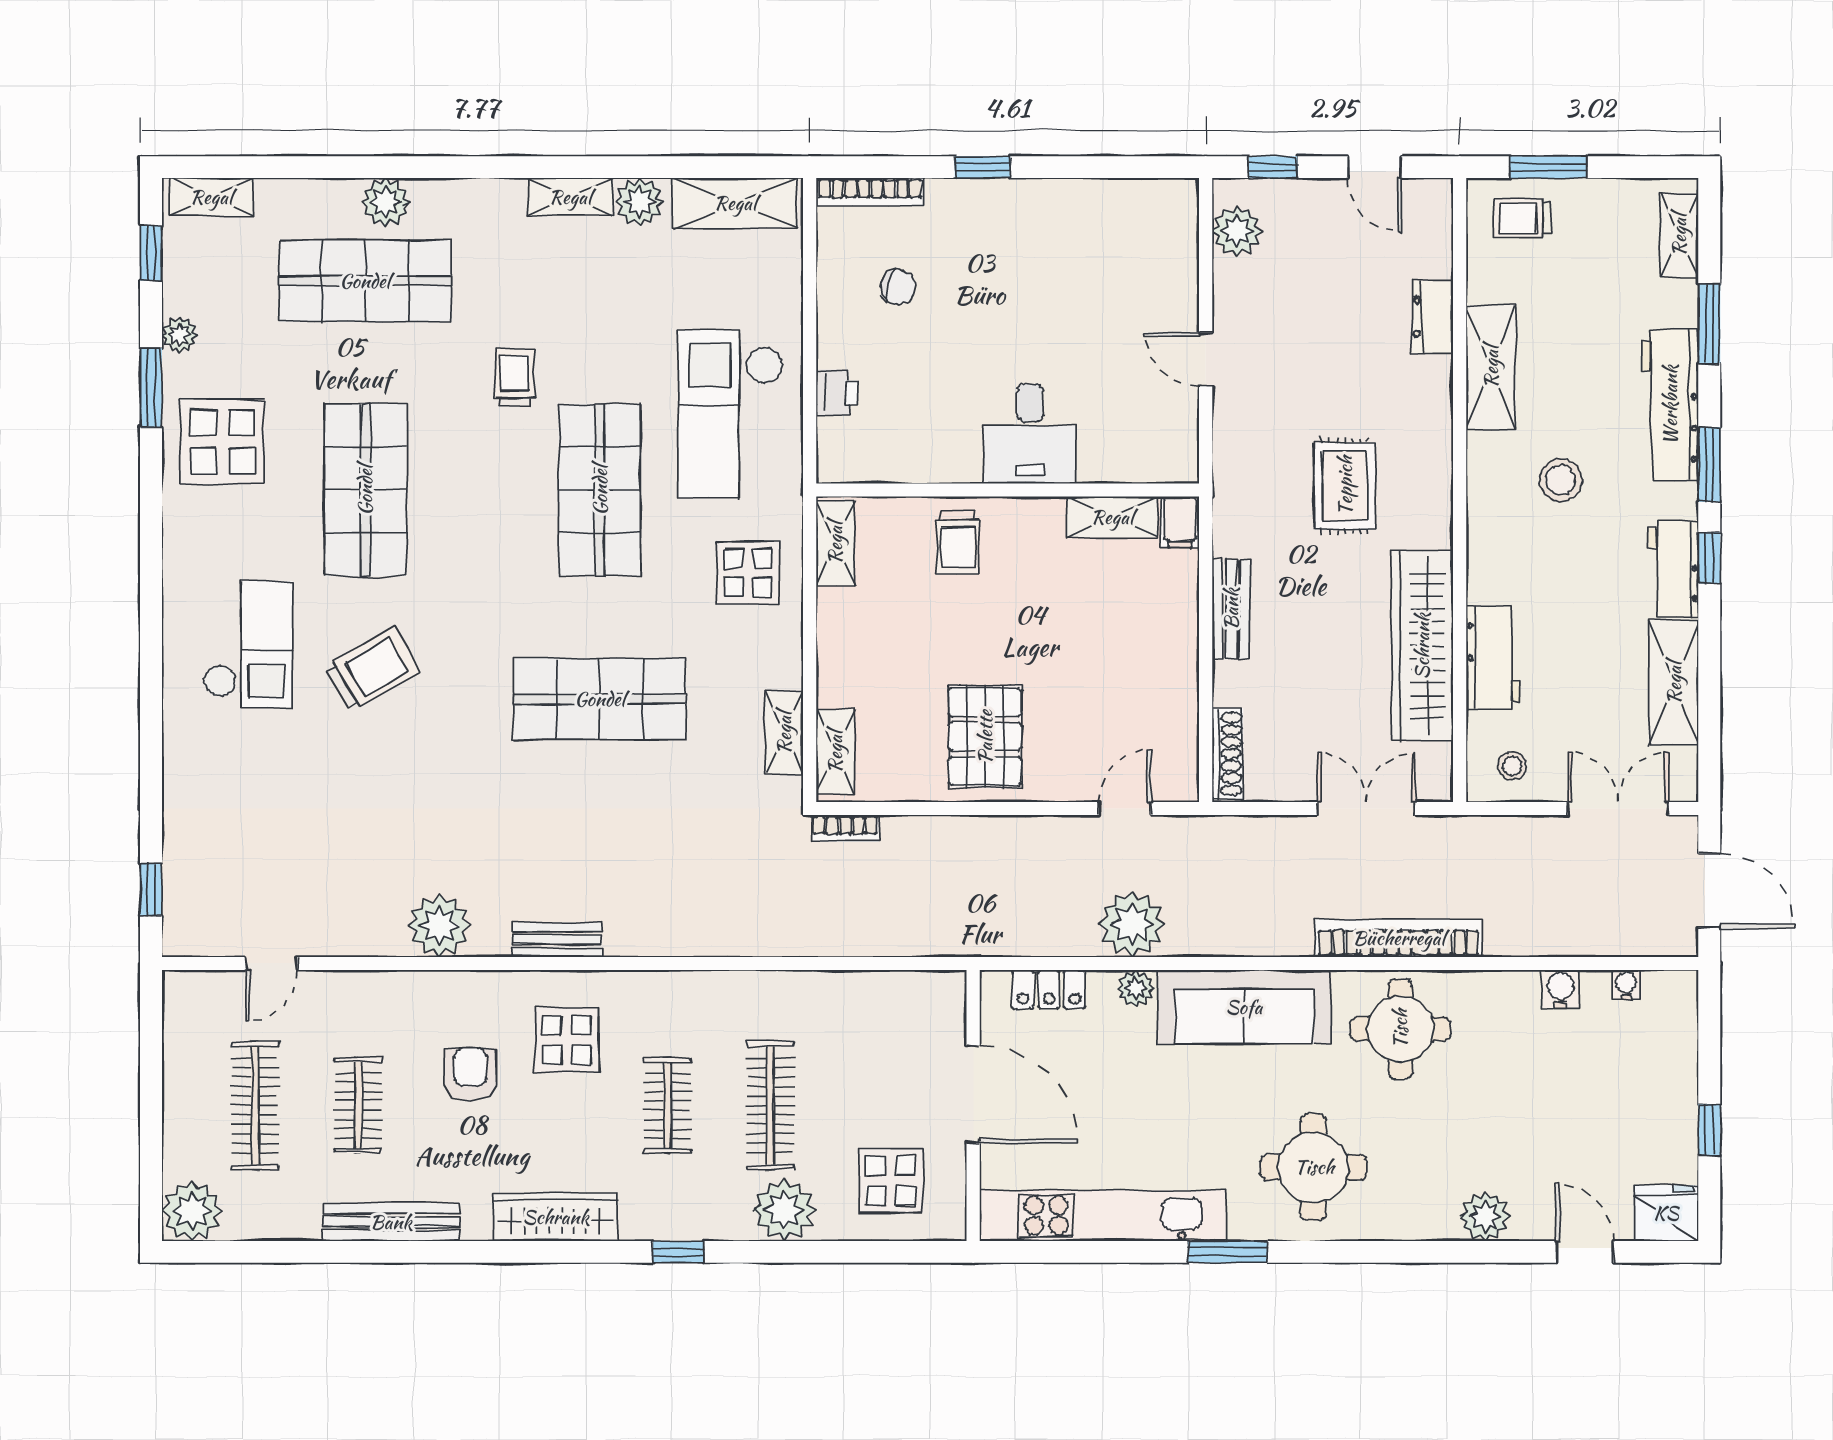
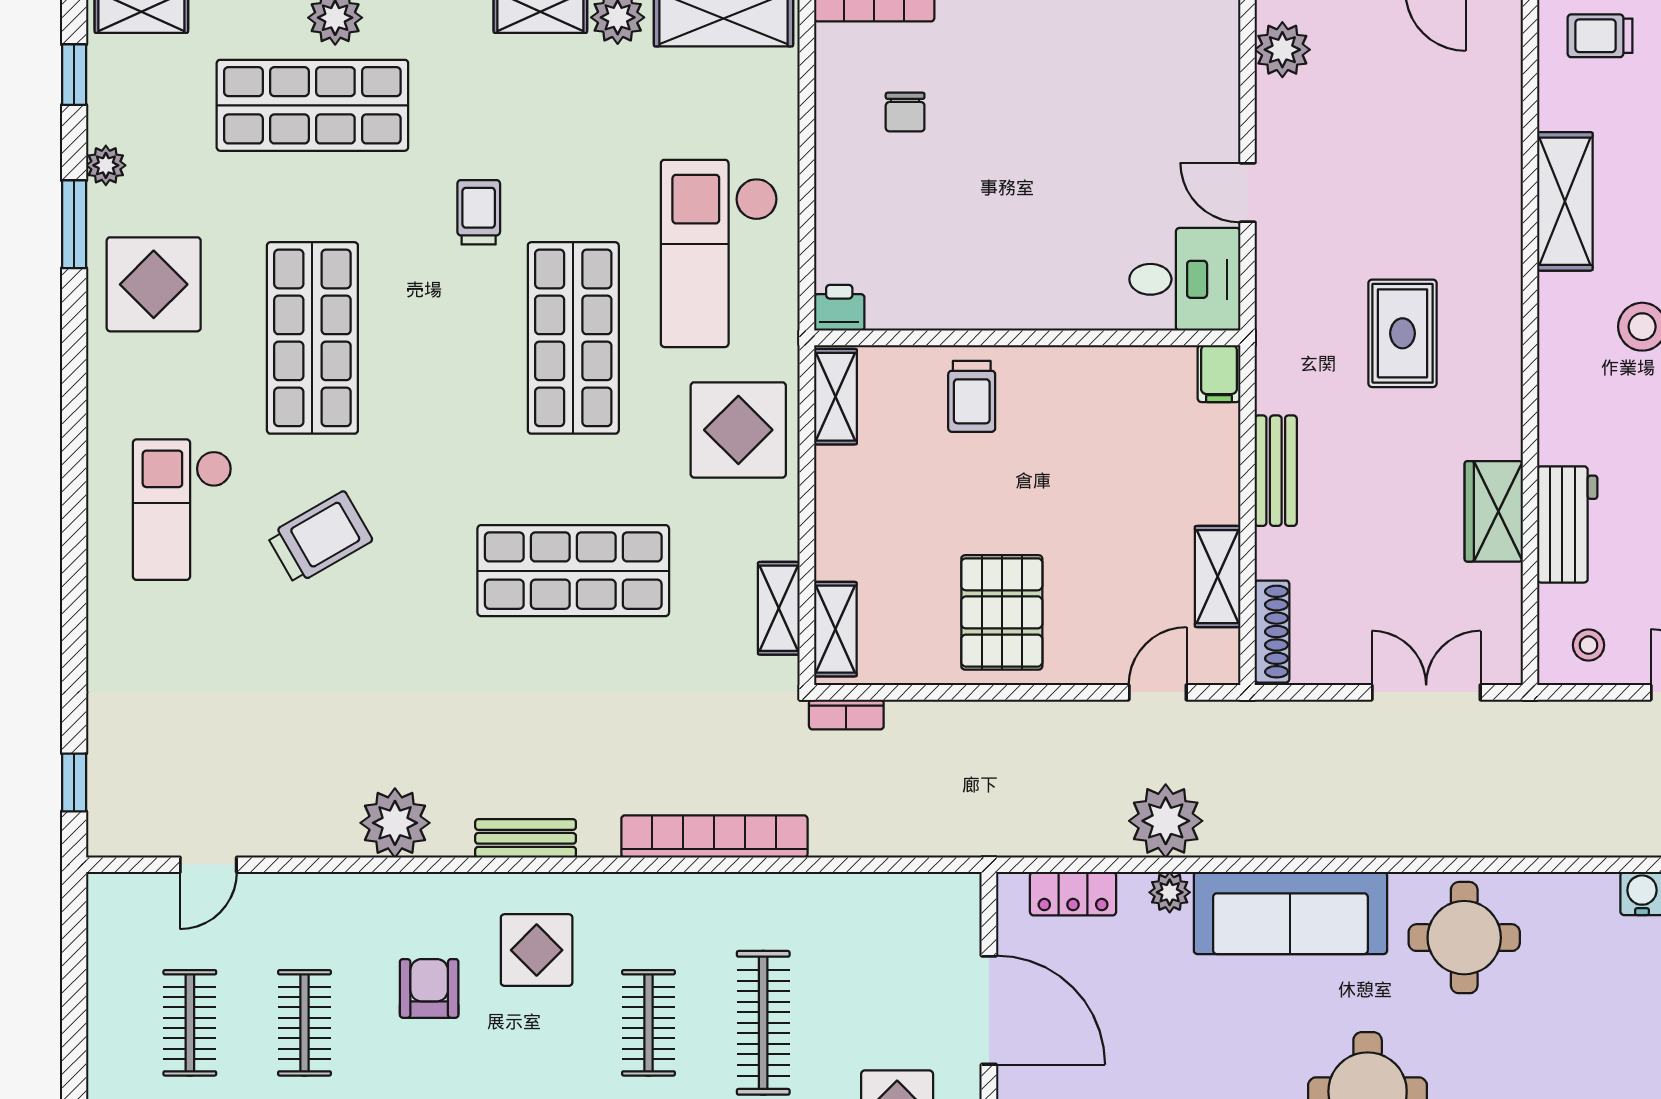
chair: (898, 287) -> (905, 112), turned 76
dresser: (1433, 317) -> (1500, 145), removed
printer: (837, 392) -> (839, 308), moved, turned -90
desk: (1030, 434) -> (1185, 279), moved, turned -90
shelving: (1112, 517) -> (1218, 577), moved, turned 90
display table: (748, 573) -> (738, 430), width x1.36, depth x1.36
checkout: (248, 644) -> (182, 510), turned 180
wardrobe: (1422, 646) -> (1494, 511), width x0.48, depth x0.85
bookcase: (1399, 938) -> (714, 836), moved
clothes rail: (255, 1106) -> (190, 1023), width x0.73

